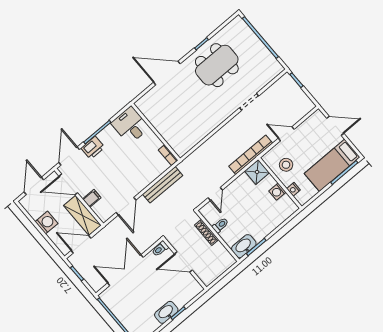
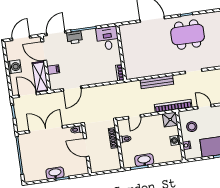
bench: (163, 185) -> (157, 82), moved
washbasin: (244, 246) -> (144, 160), moved

